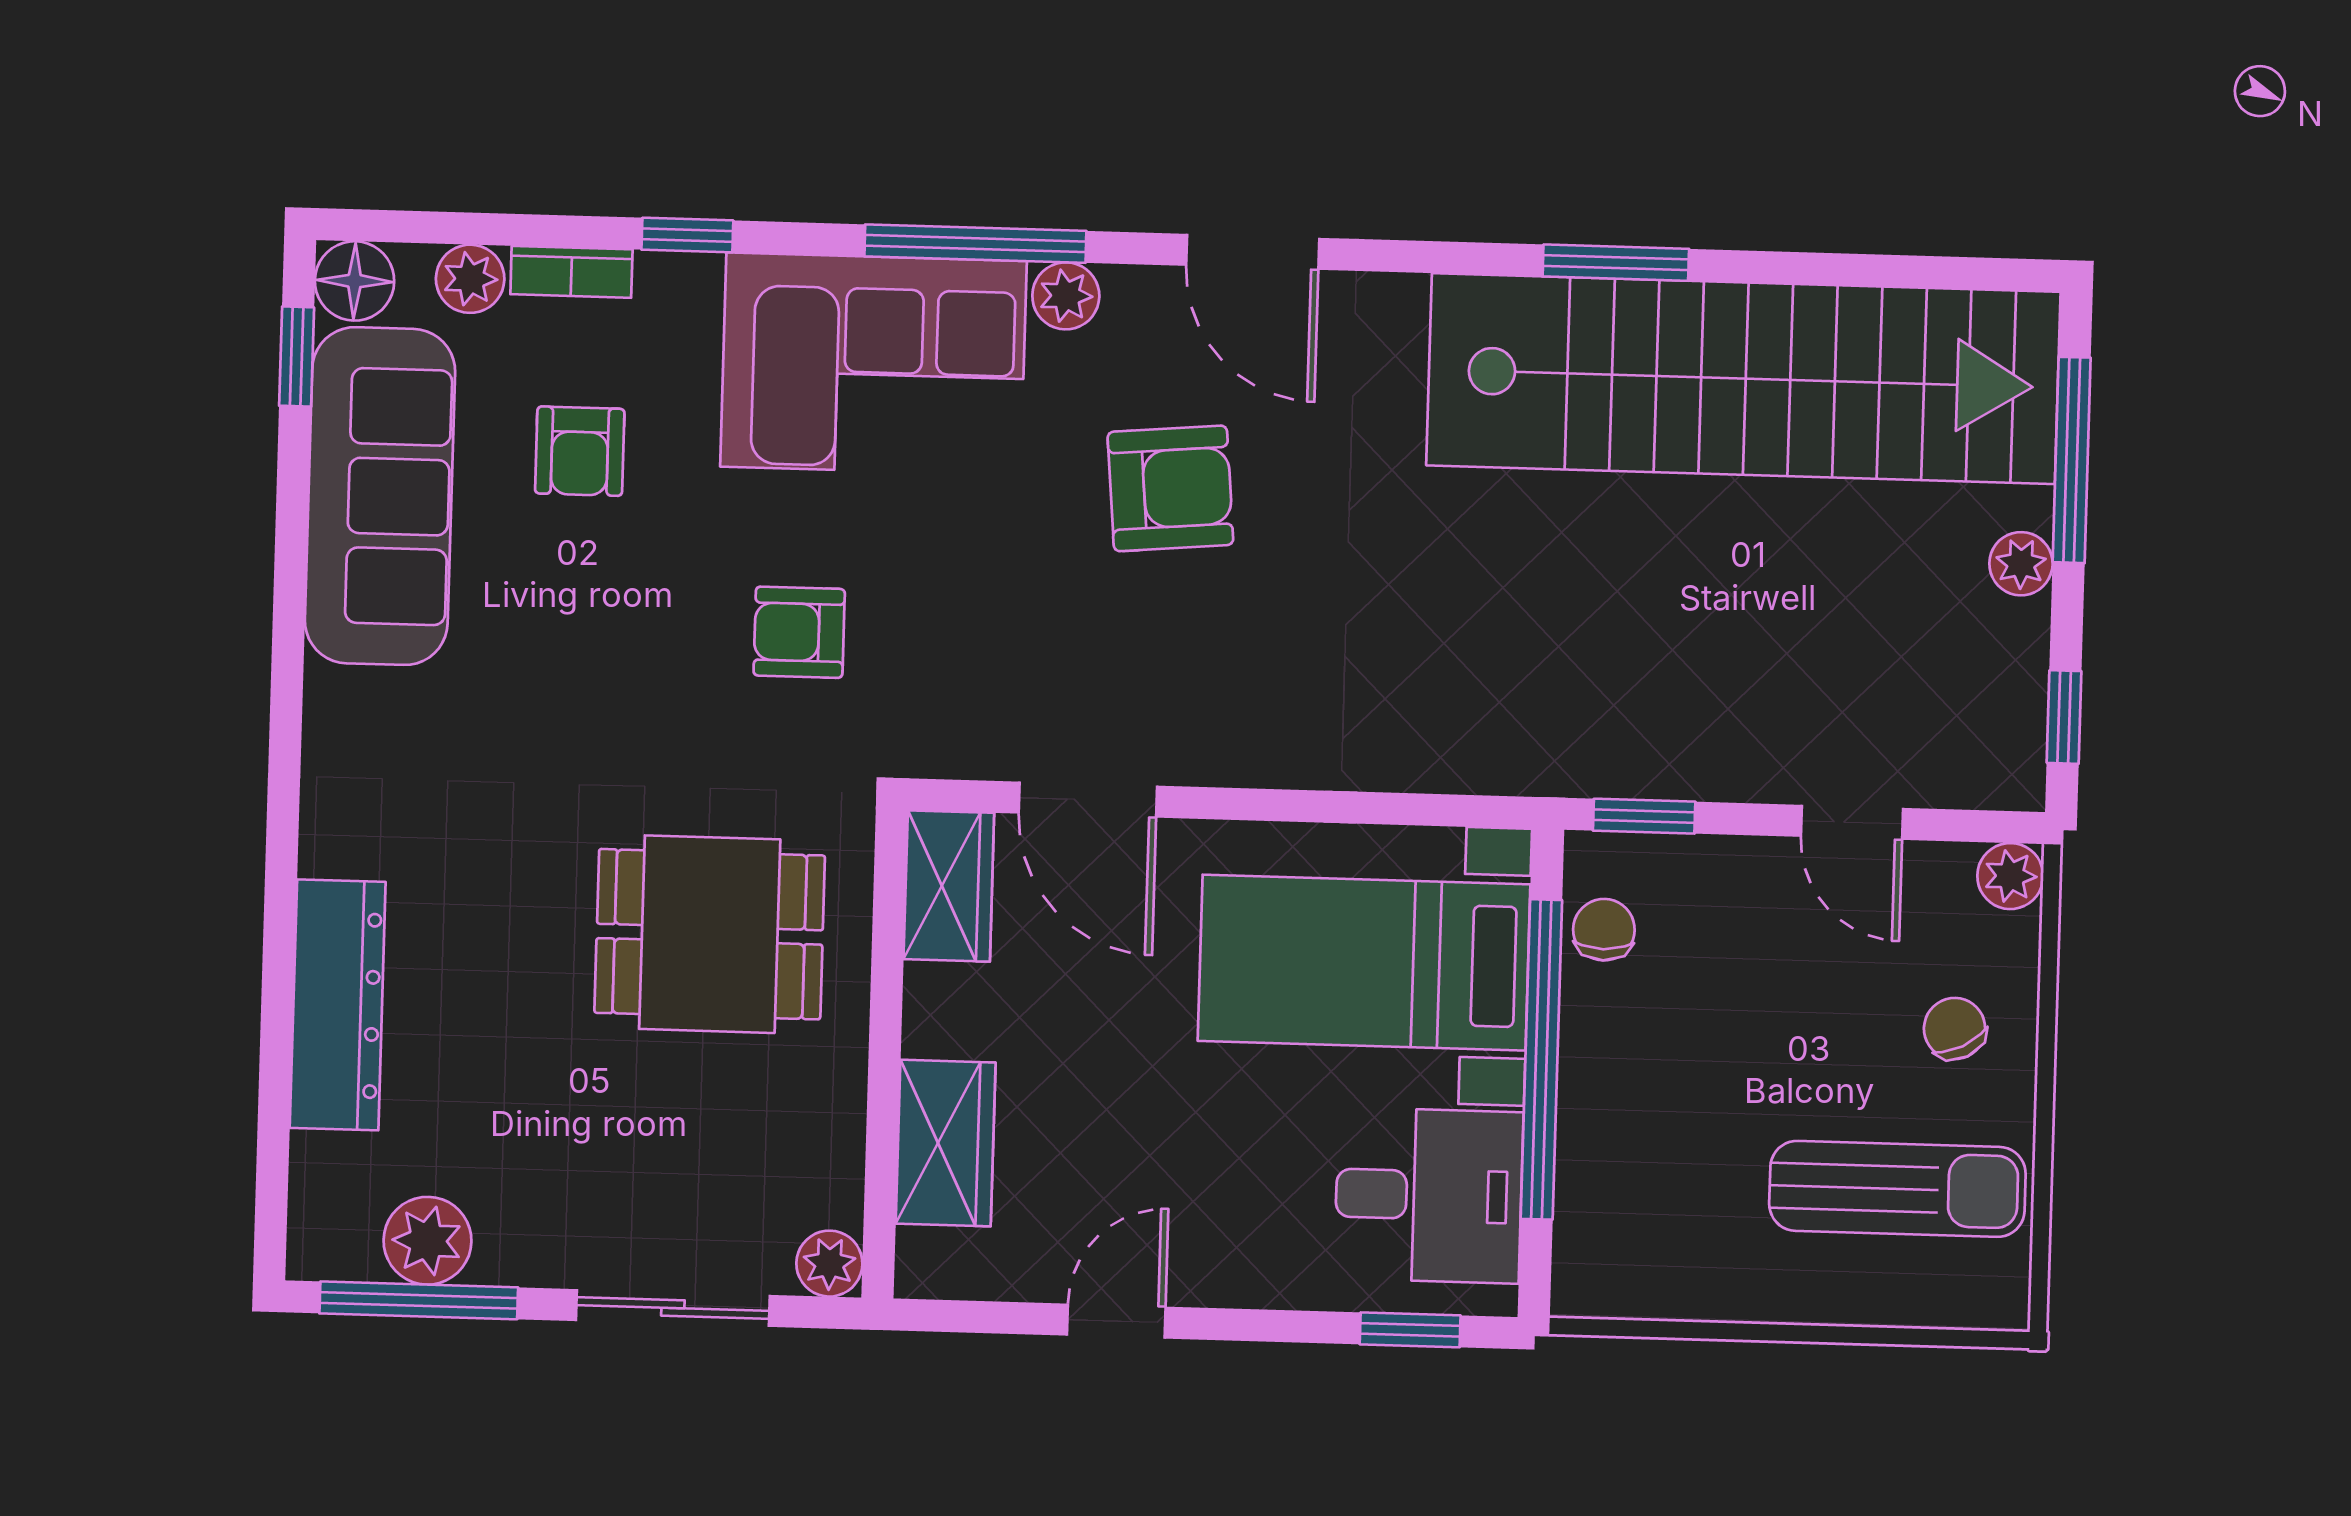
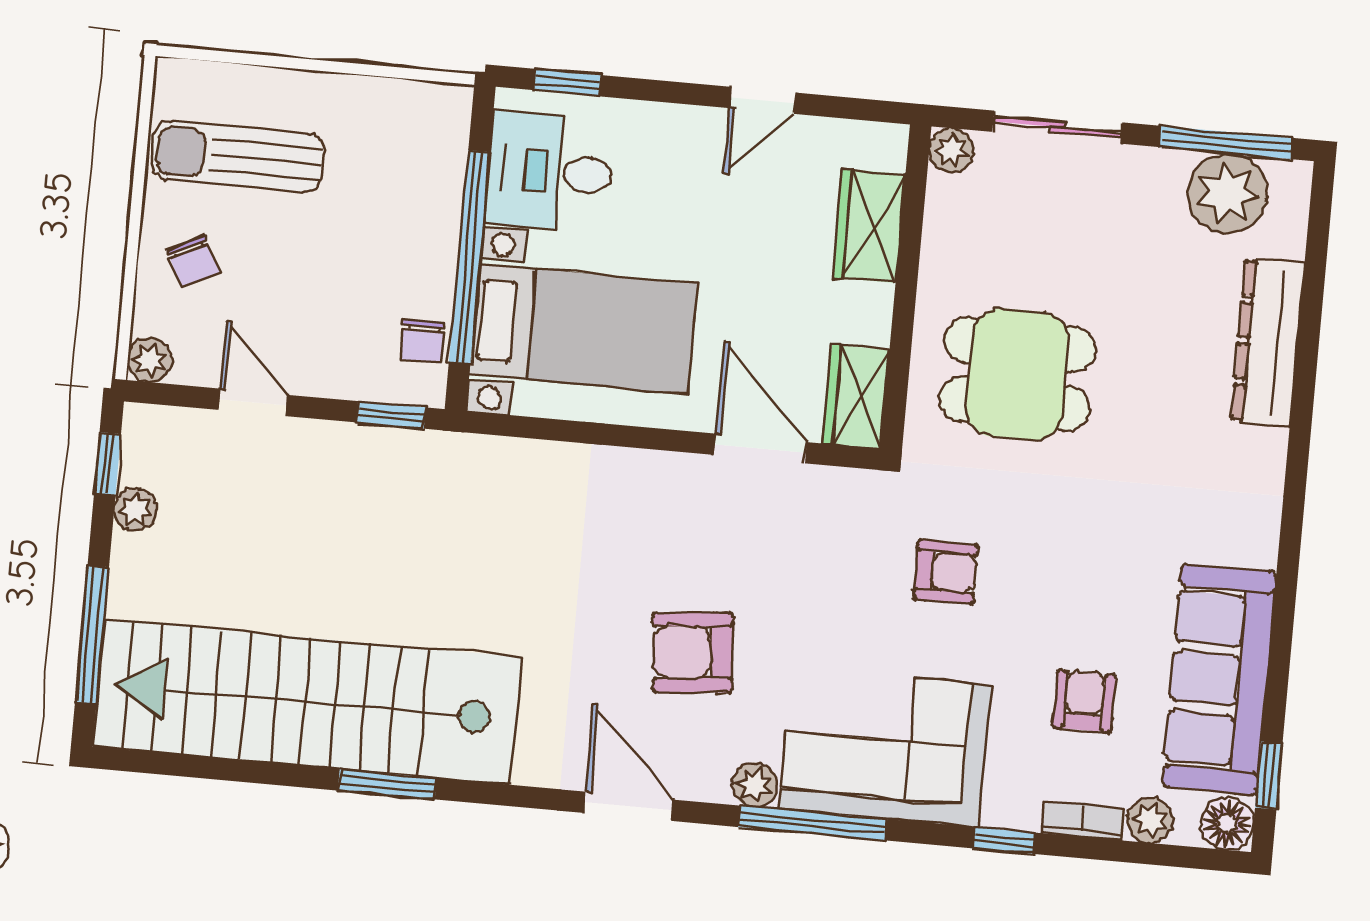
plant: (2021, 564) -> (135, 510), moved
plant: (427, 1241) -> (1227, 193), width x1.36, depth x1.36

